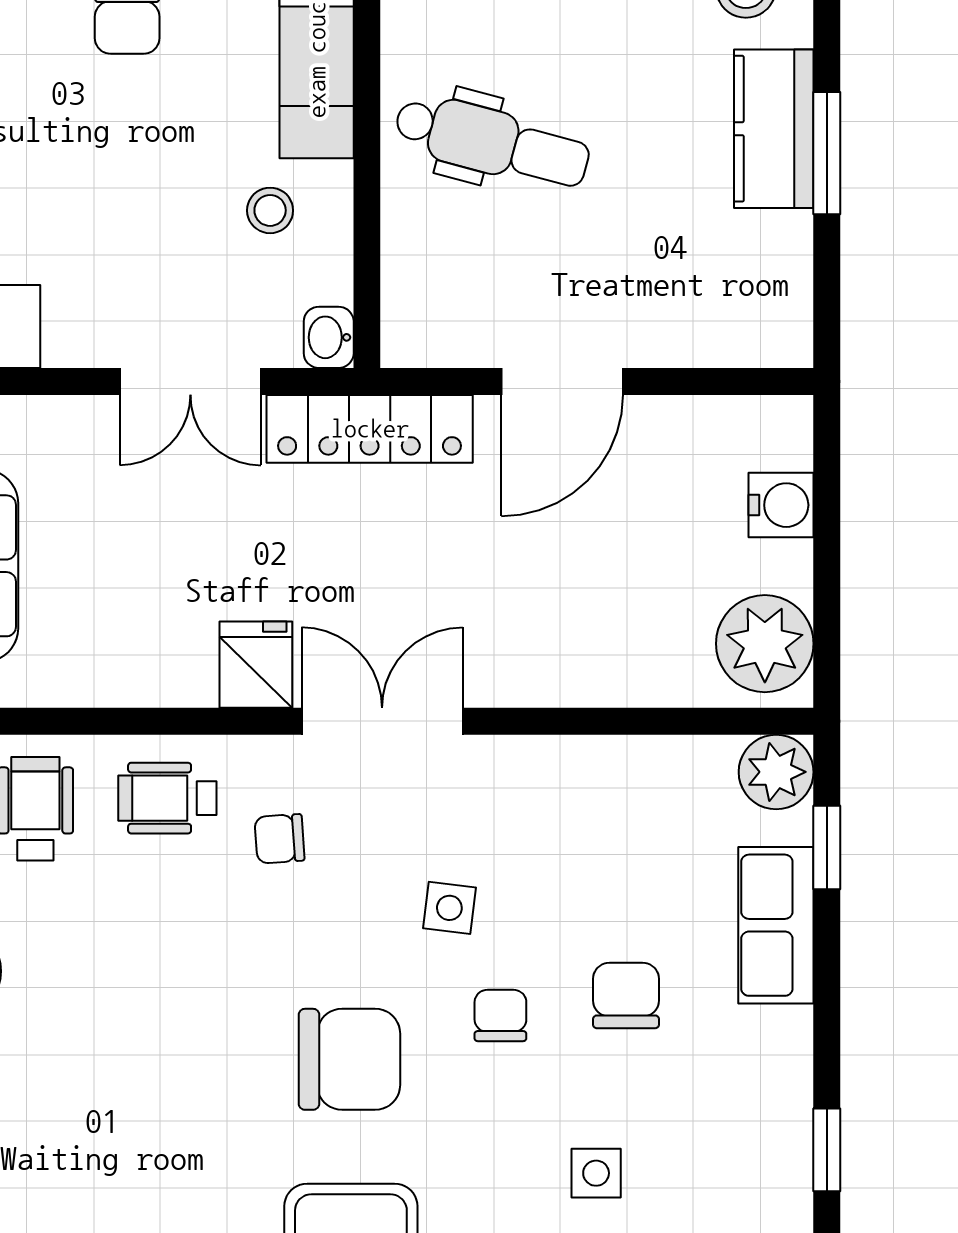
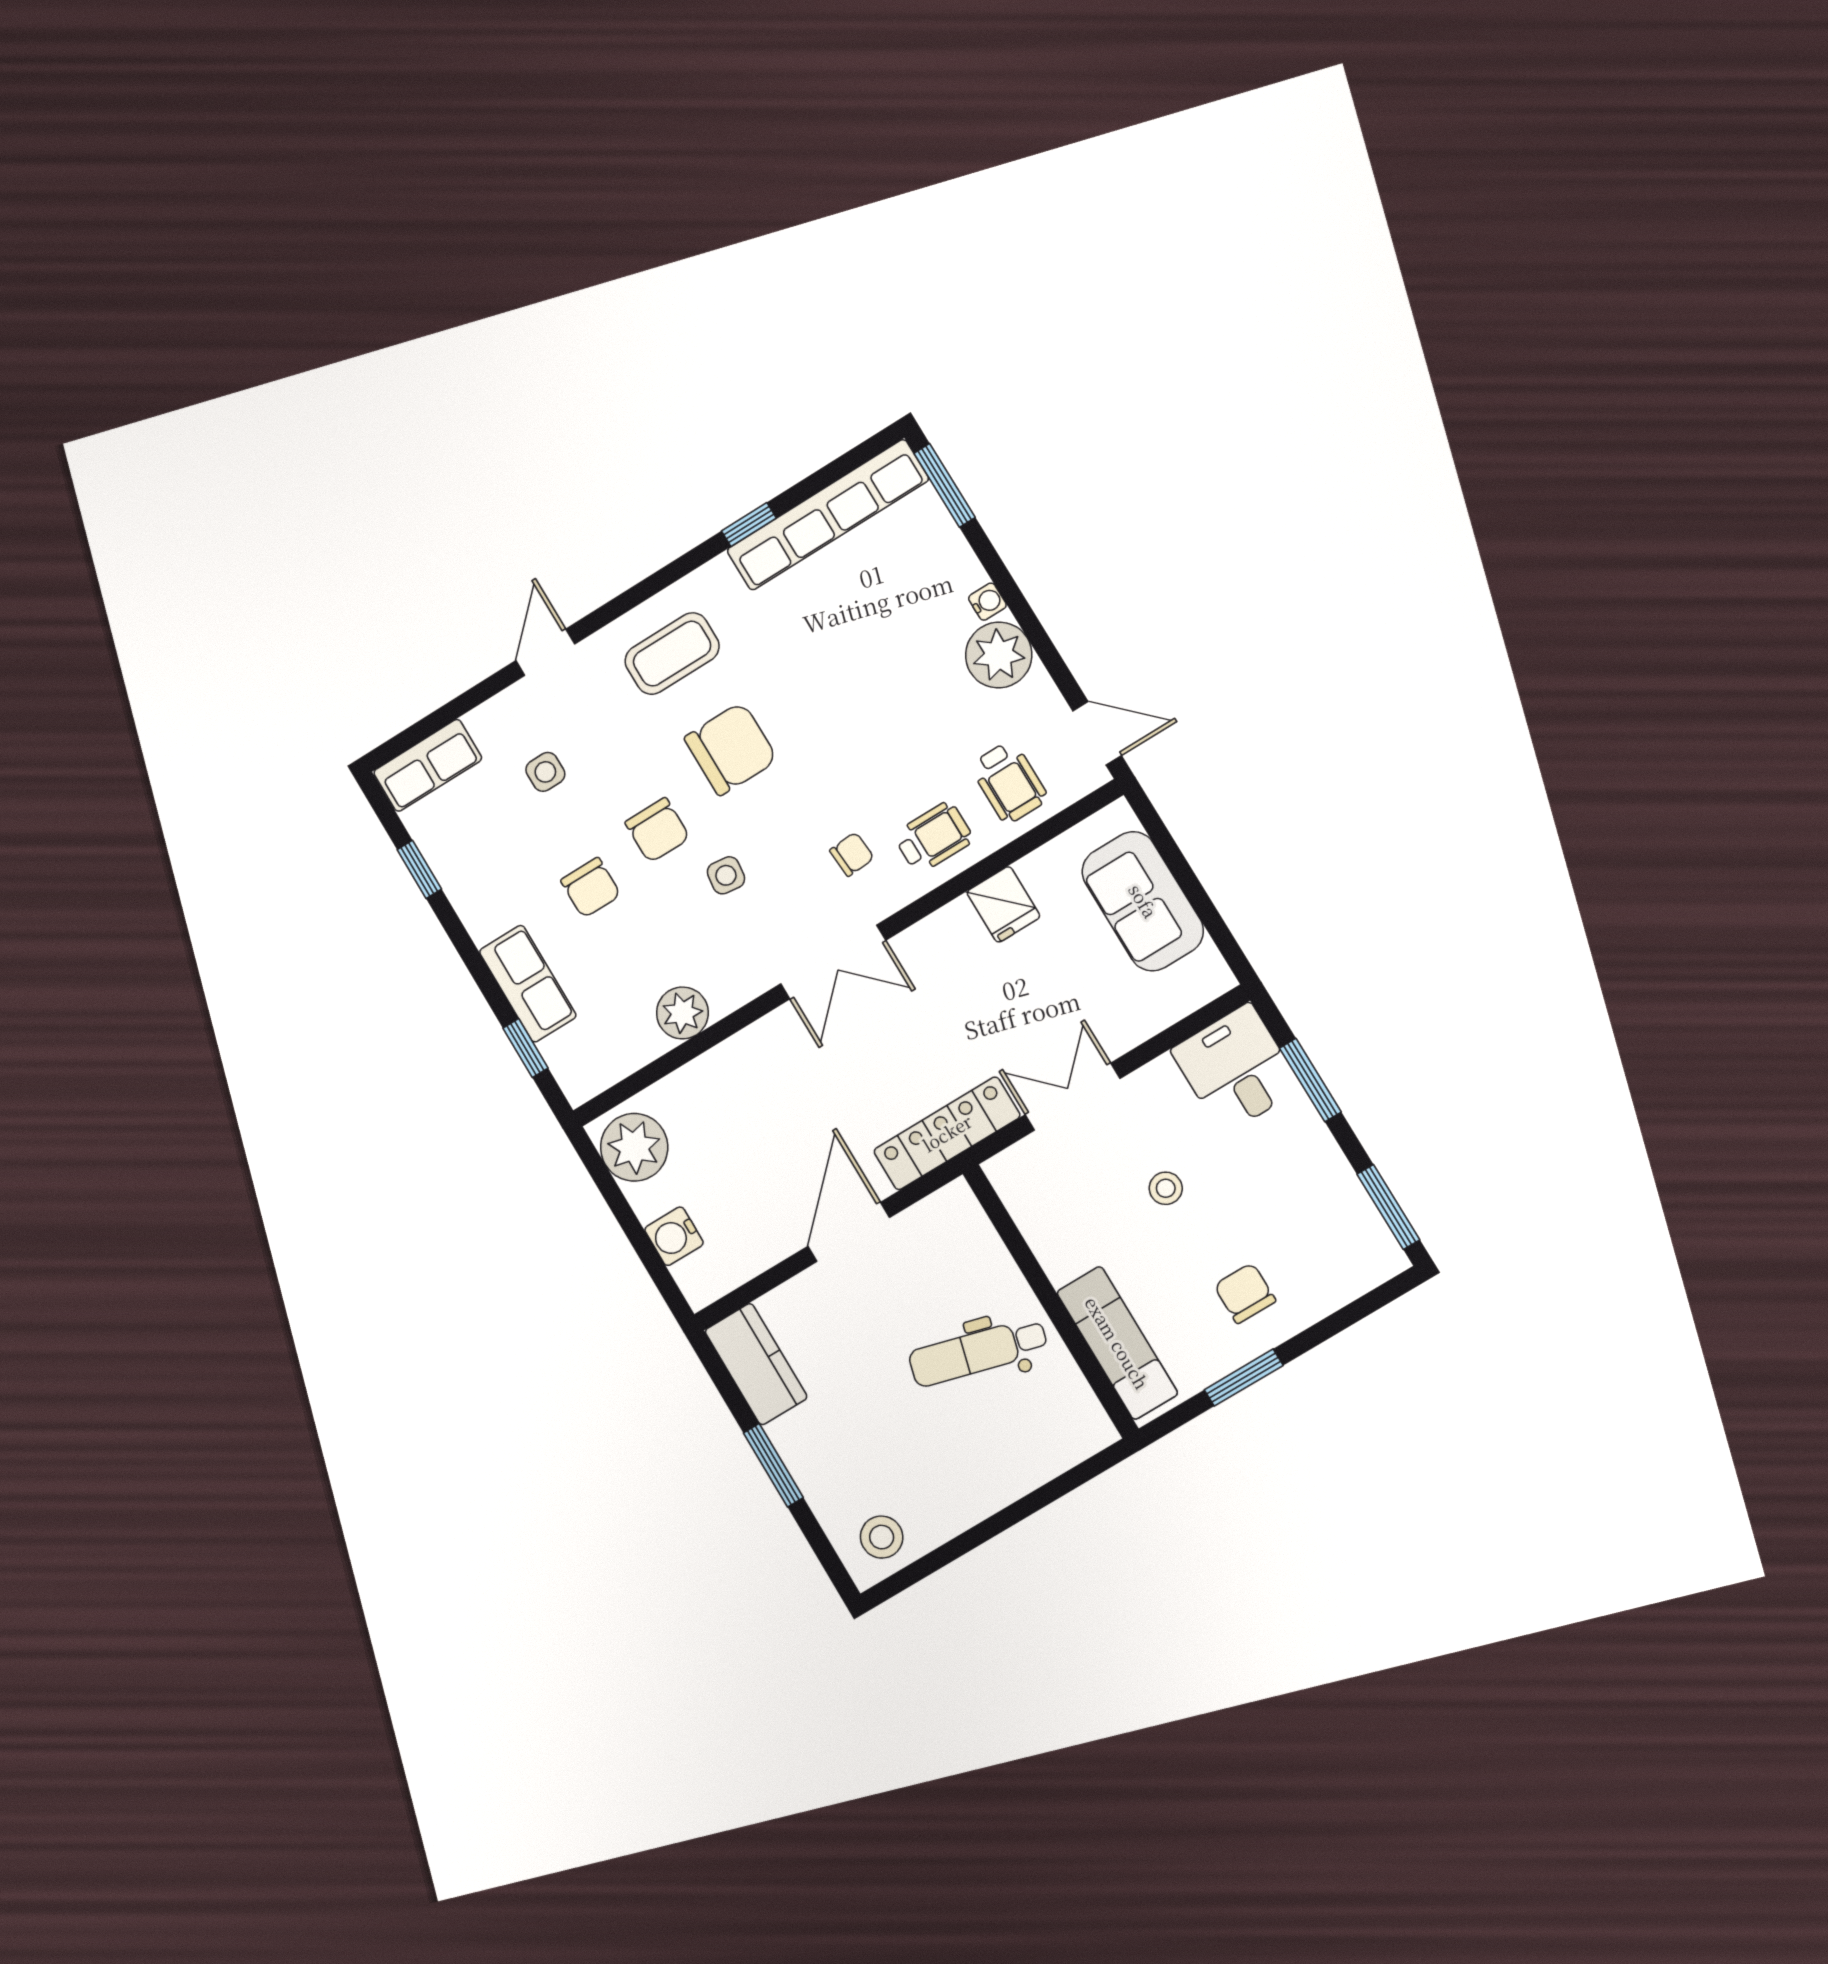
kitchen counter: (774, 129) -> (756, 1364), moved
stool: (270, 210) -> (1166, 1188), moved
washbasin: (329, 337) -> (1005, 1174), removed
fridge: (256, 665) -> (1003, 904), moved
plant: (776, 772) -> (682, 1013), moved
chair: (500, 1015) -> (657, 830), width x1.37, depth x1.37
chair: (349, 1059) -> (731, 749), turned 180

